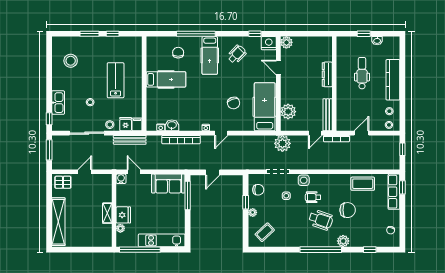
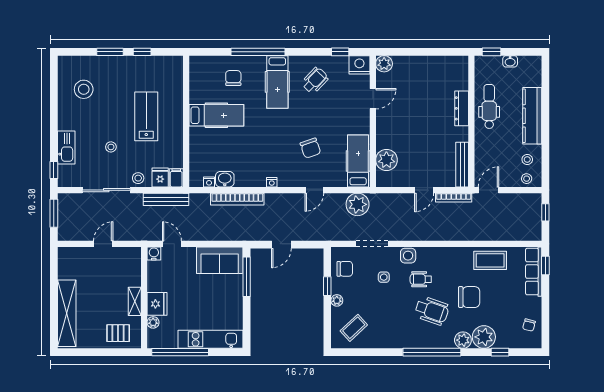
door: (278, 68) -> (373, 99), swing flipped
dresser: (327, 74) -> (462, 108), moved
wall: (334, 84) -> (471, 121), moved
hospital bed: (265, 107) -> (358, 161), width x0.73, depth x0.78
bench: (328, 115) -> (462, 165), moved
door: (221, 133) -> (314, 190), moved
plant: (282, 143) -> (358, 204), moved
pallet: (63, 182) -> (118, 333), moved
plant: (358, 239) -> (484, 337), added

